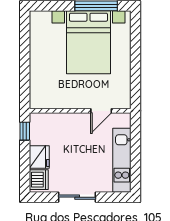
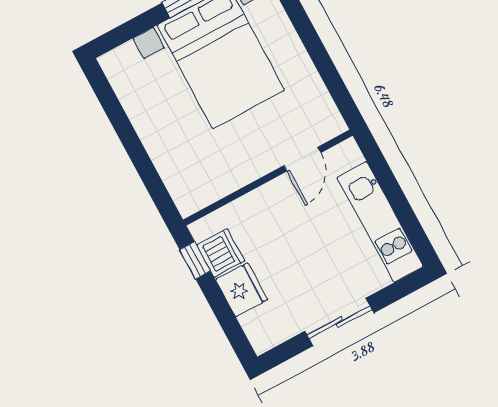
dishwasher: (39, 180) -> (221, 253), moved

